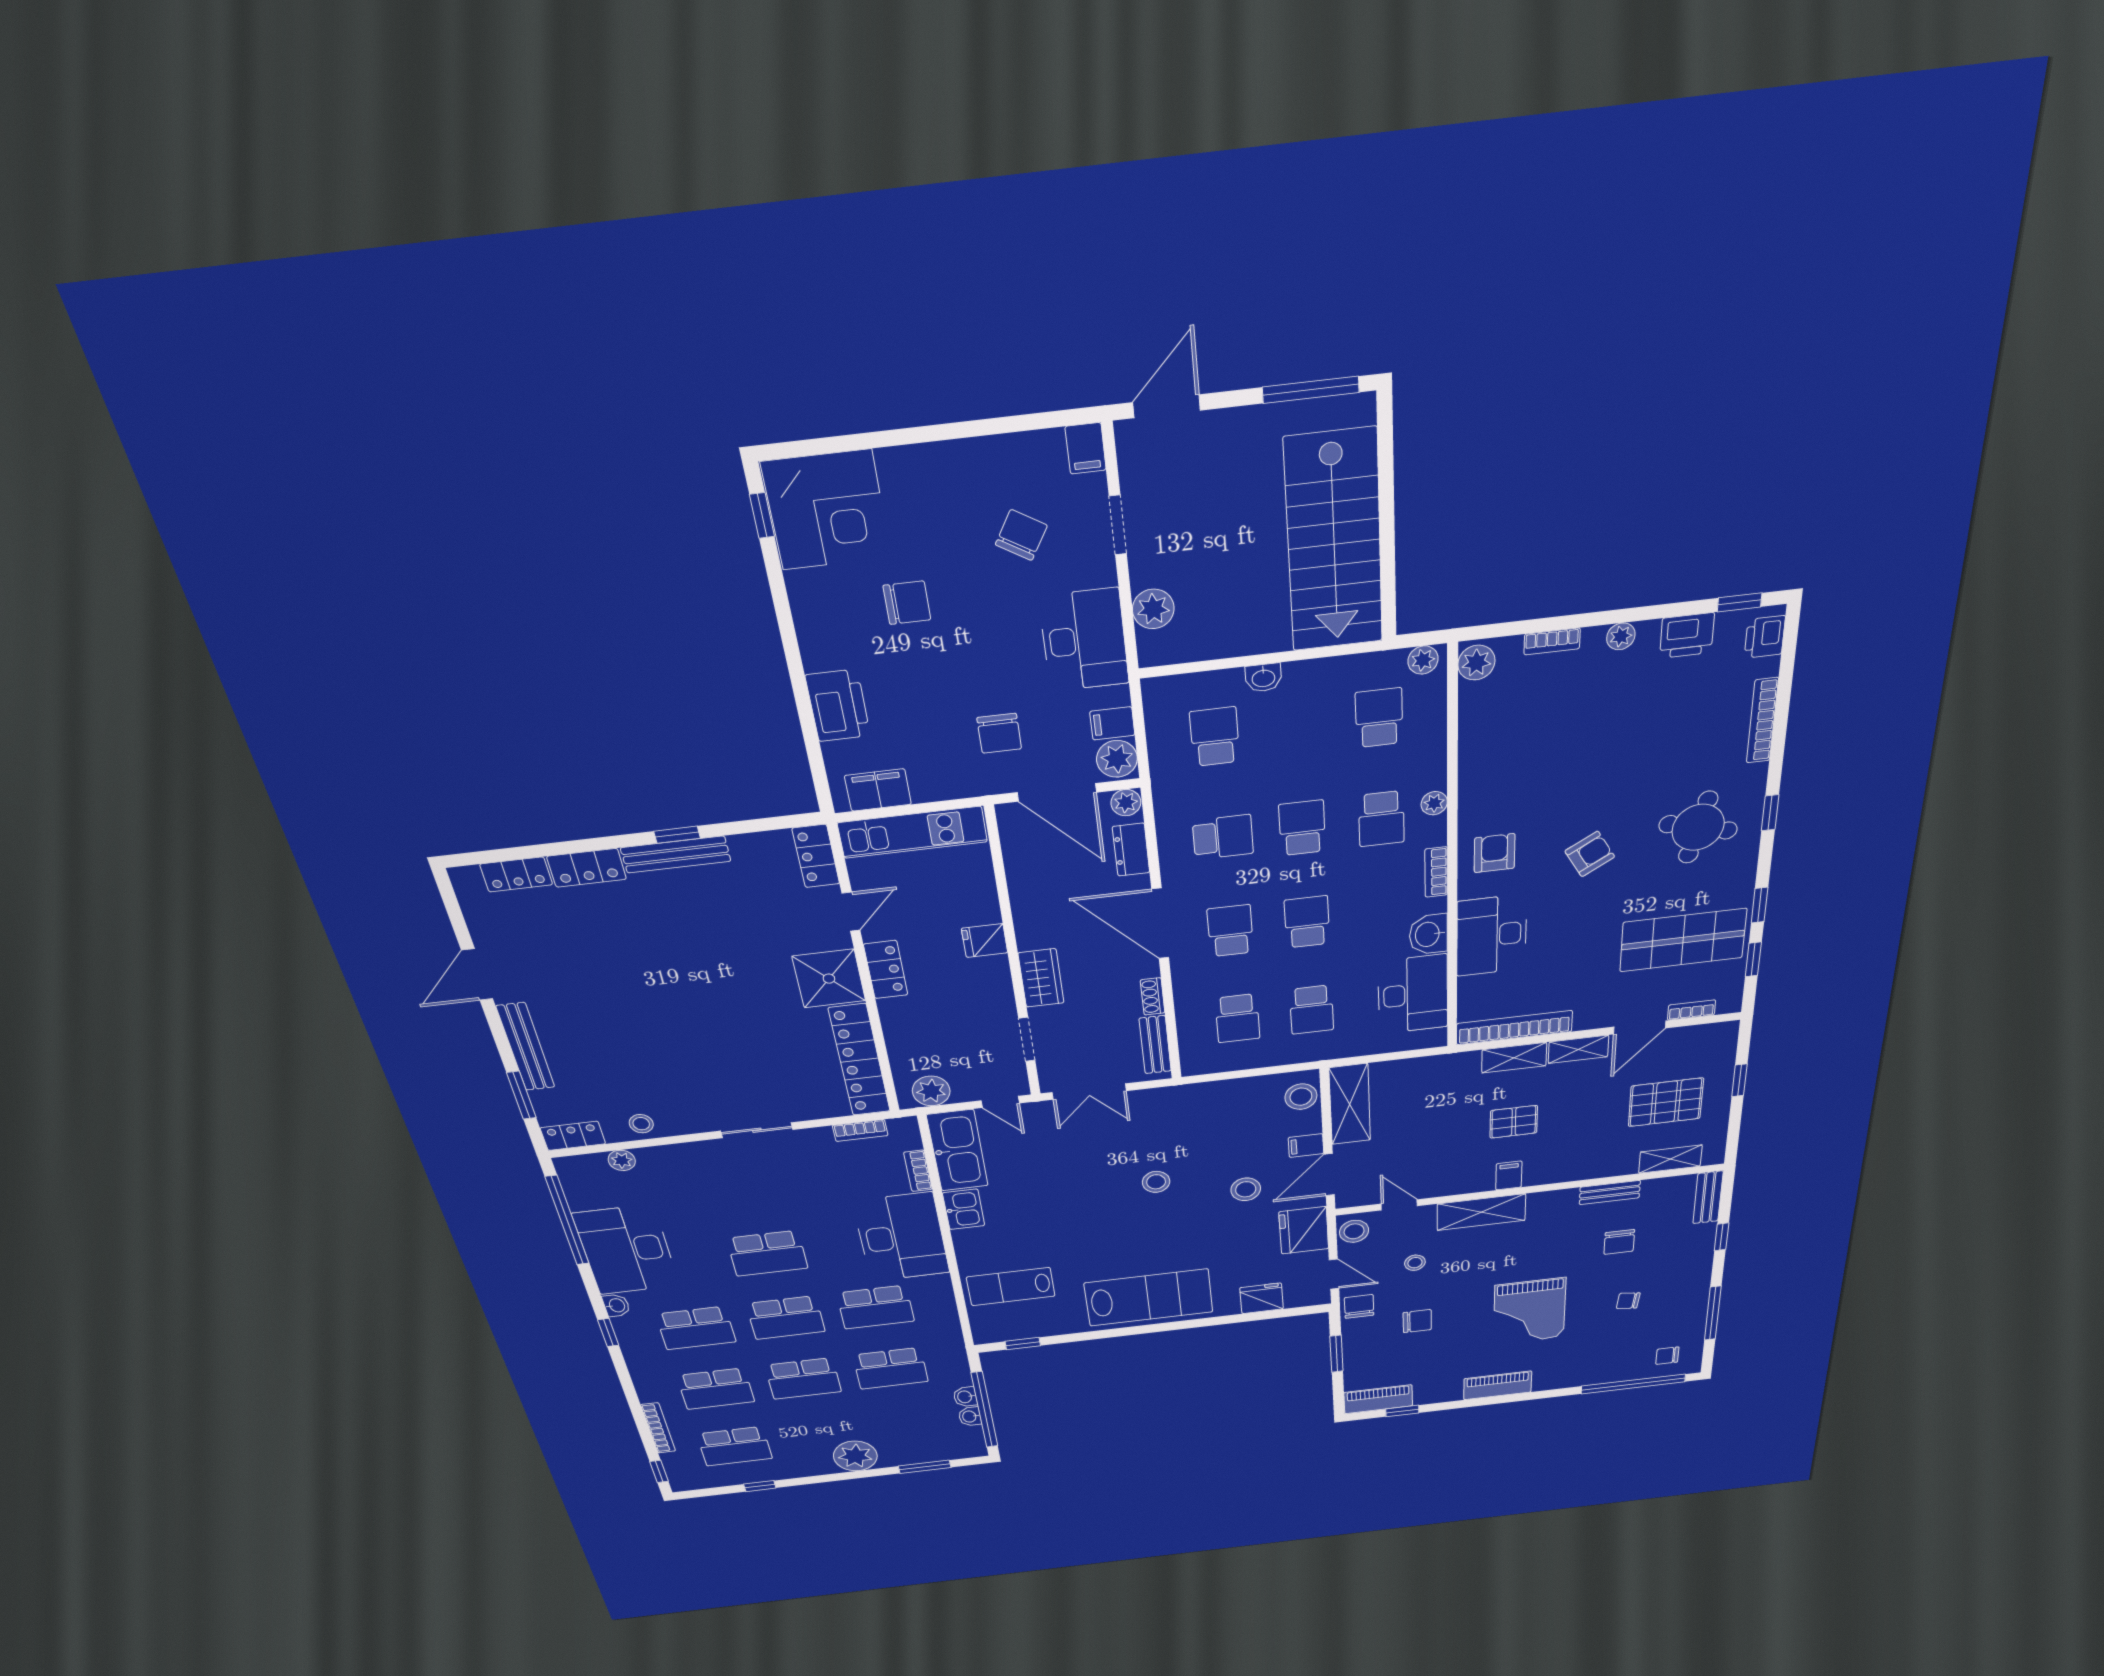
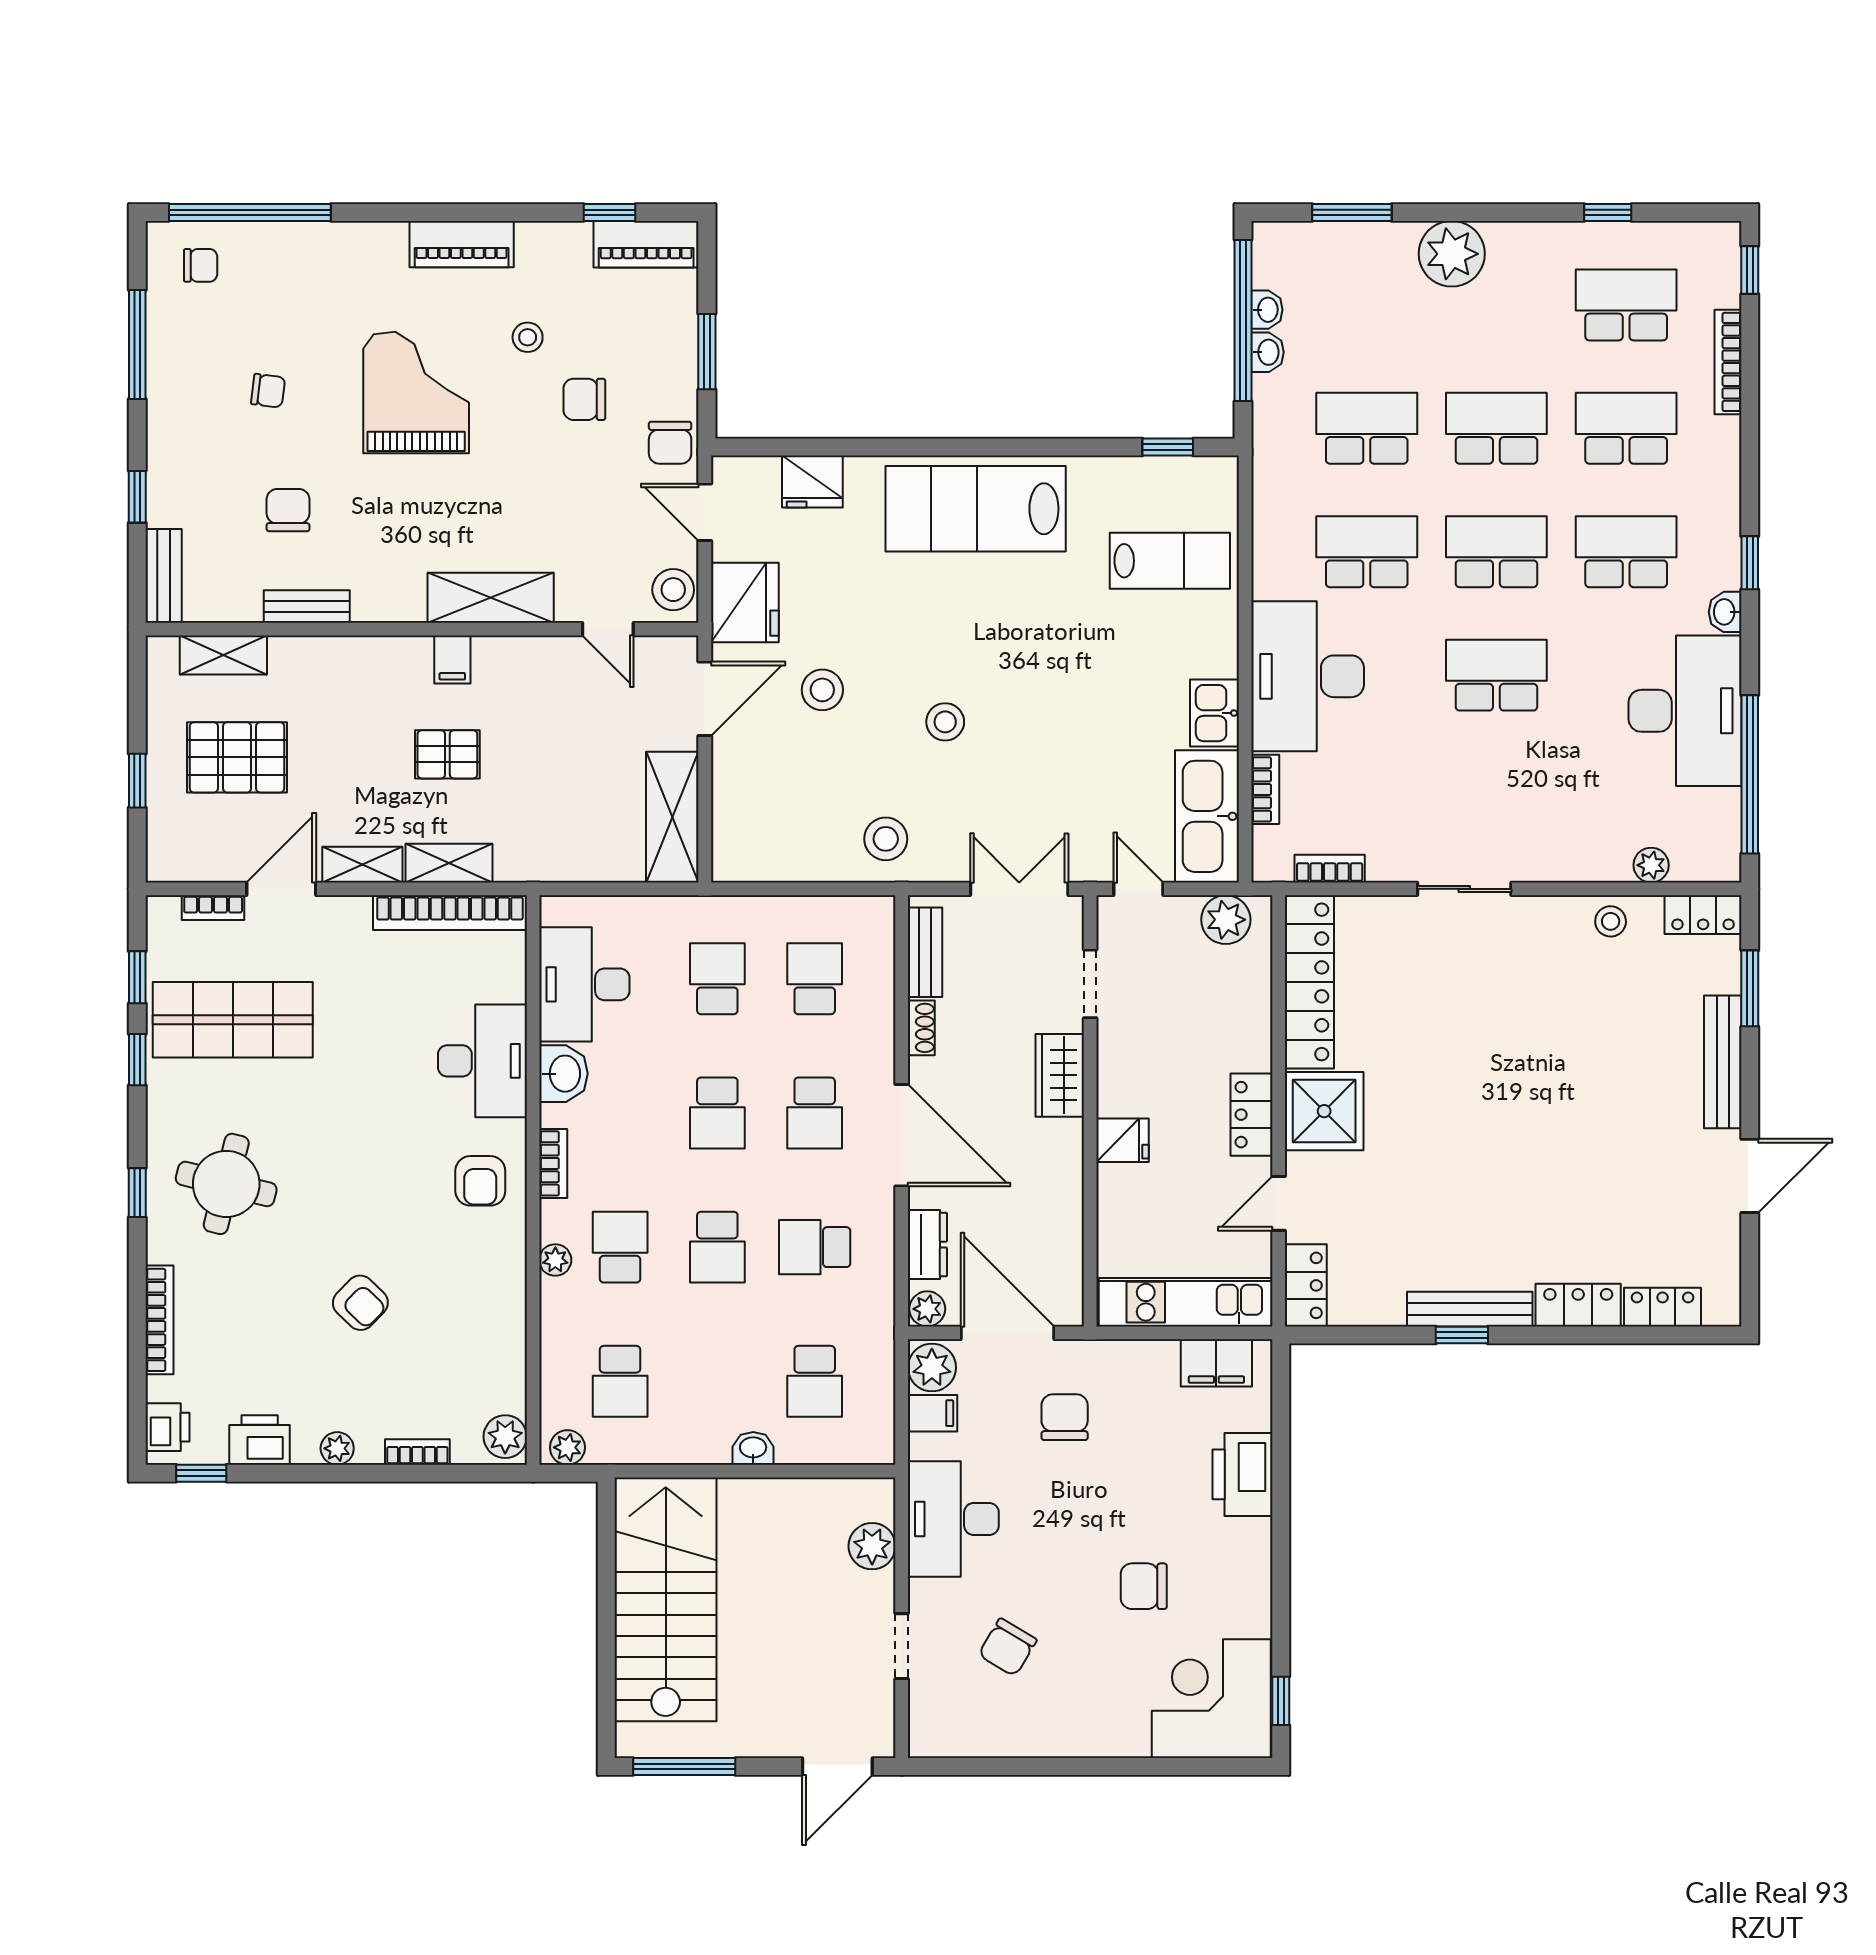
filing cabinet: (1086, 448) -> (927, 1733), removed
armchair: (1590, 854) -> (360, 1303), moved, turned -106
stool: (1301, 1097) -> (886, 839), moved
filing cabinet: (1306, 1146) -> (735, 755), removed
stool: (1415, 1263) -> (528, 337), moved

